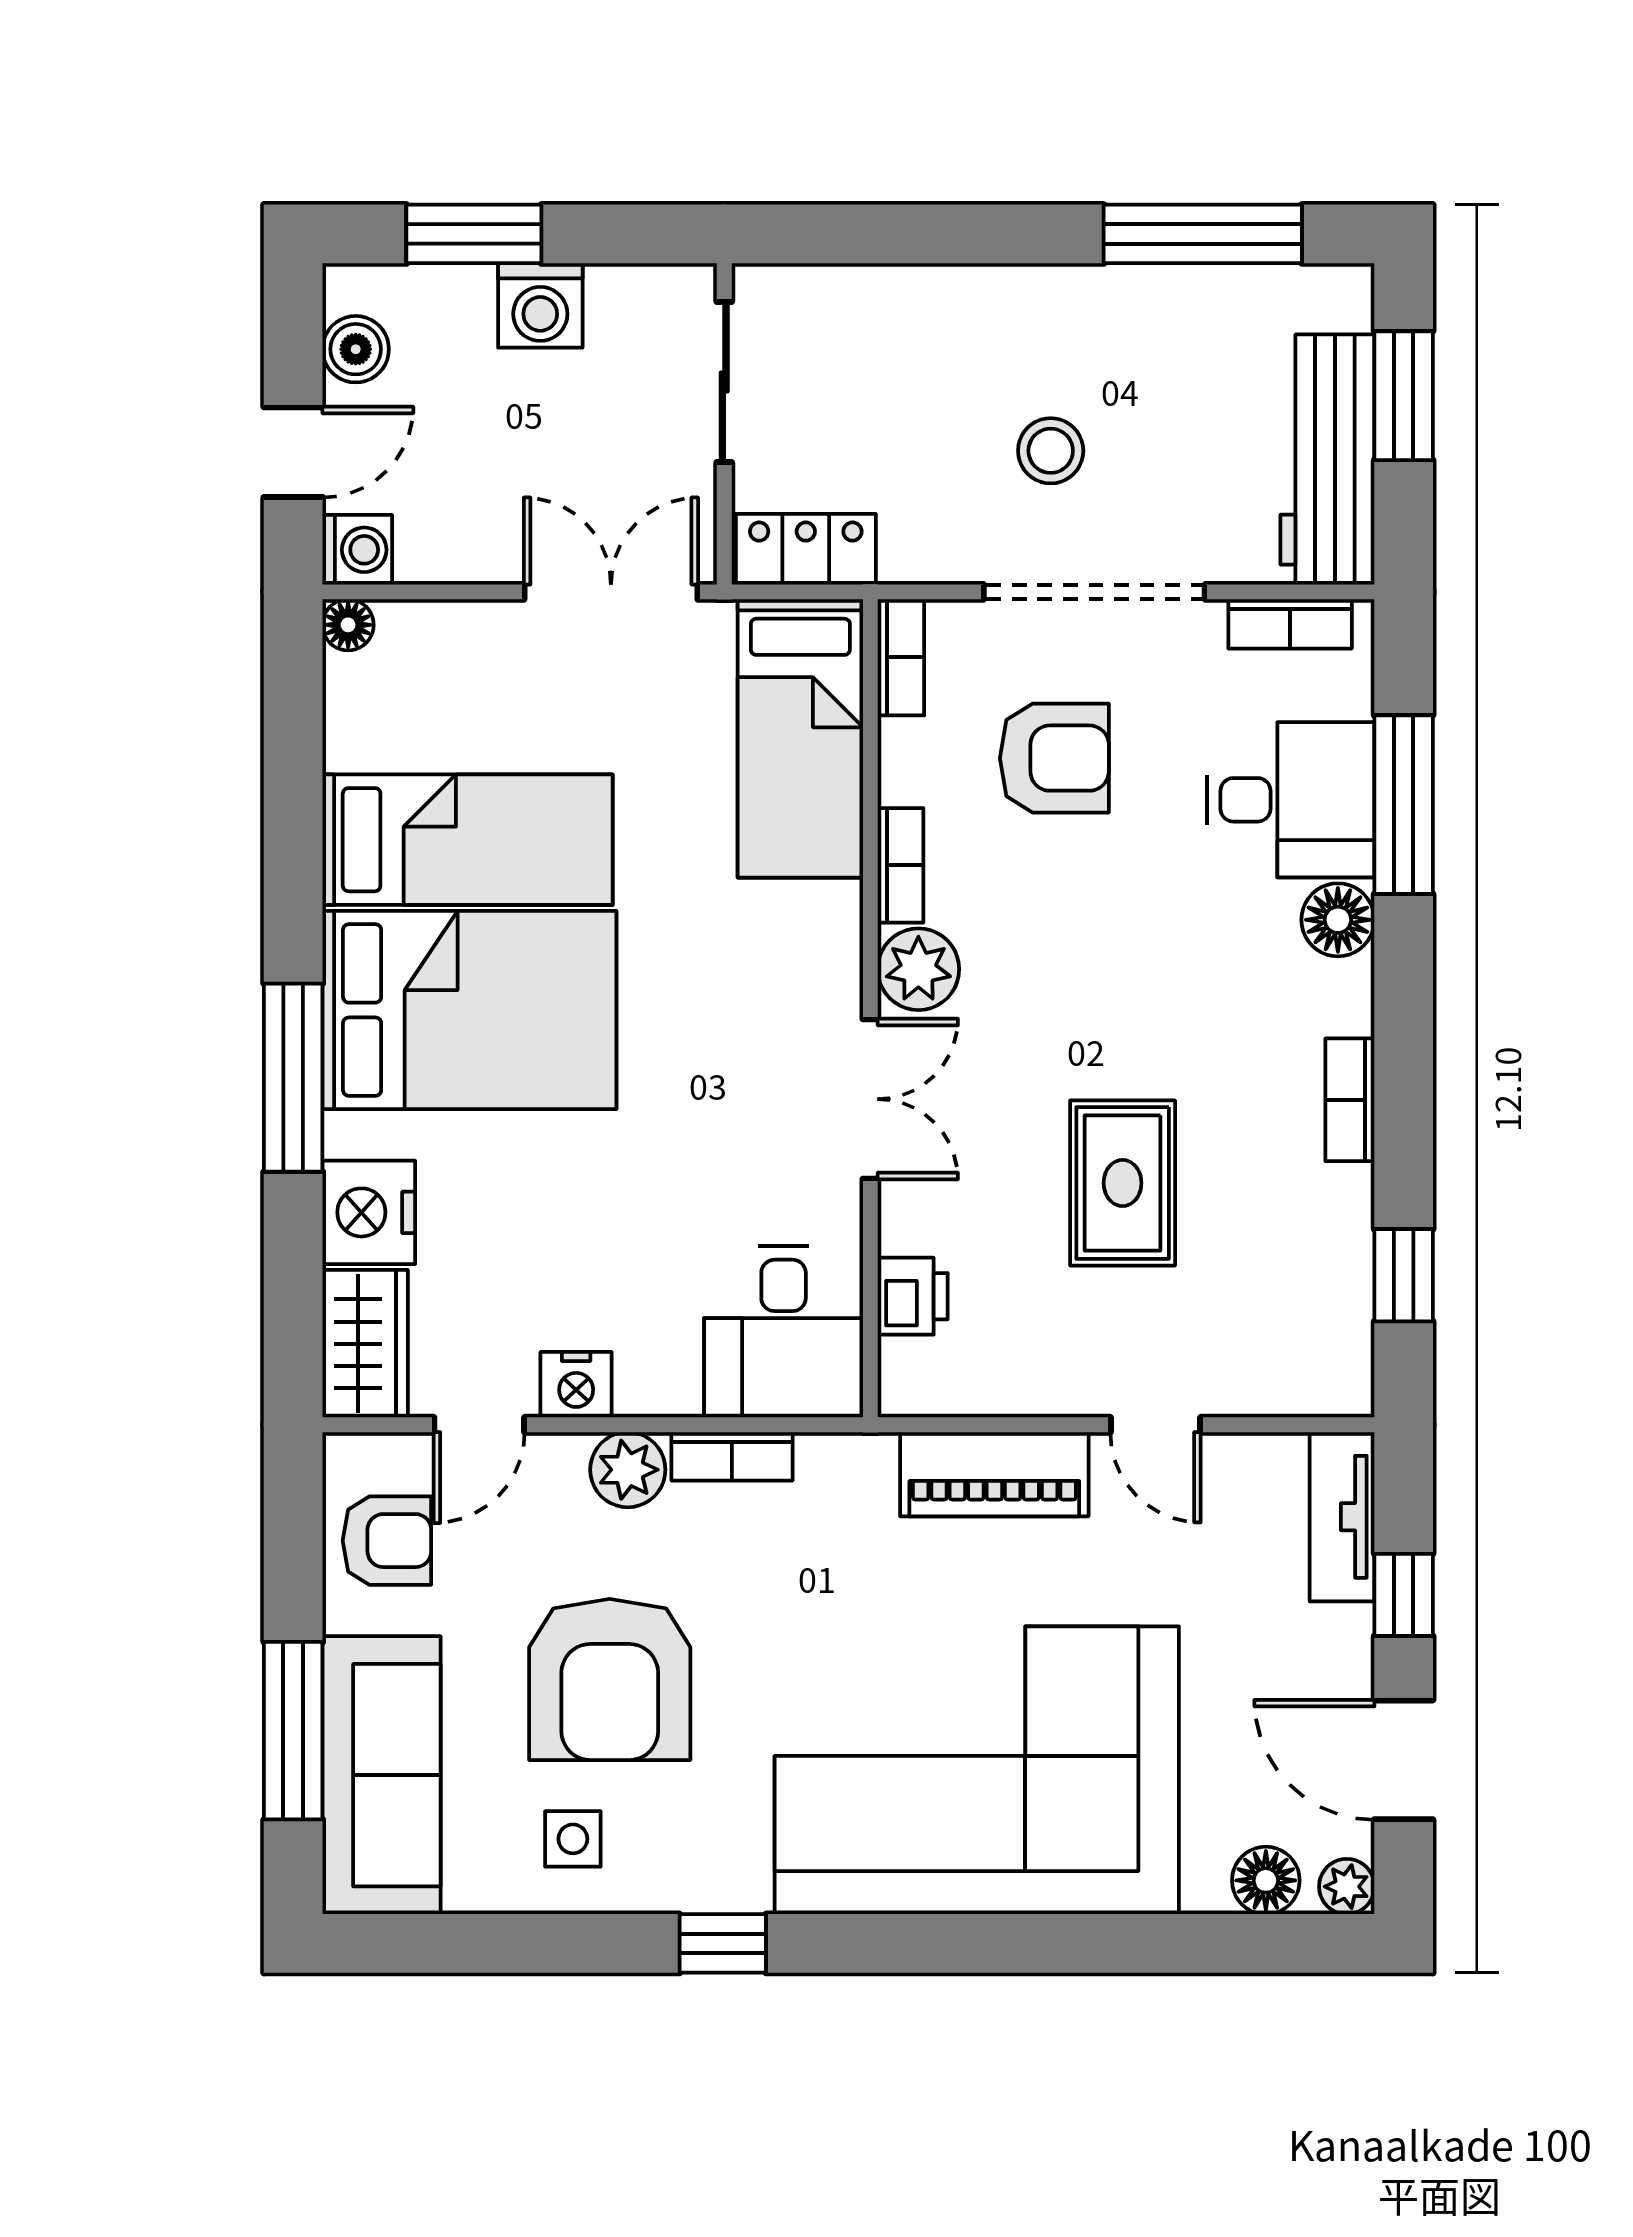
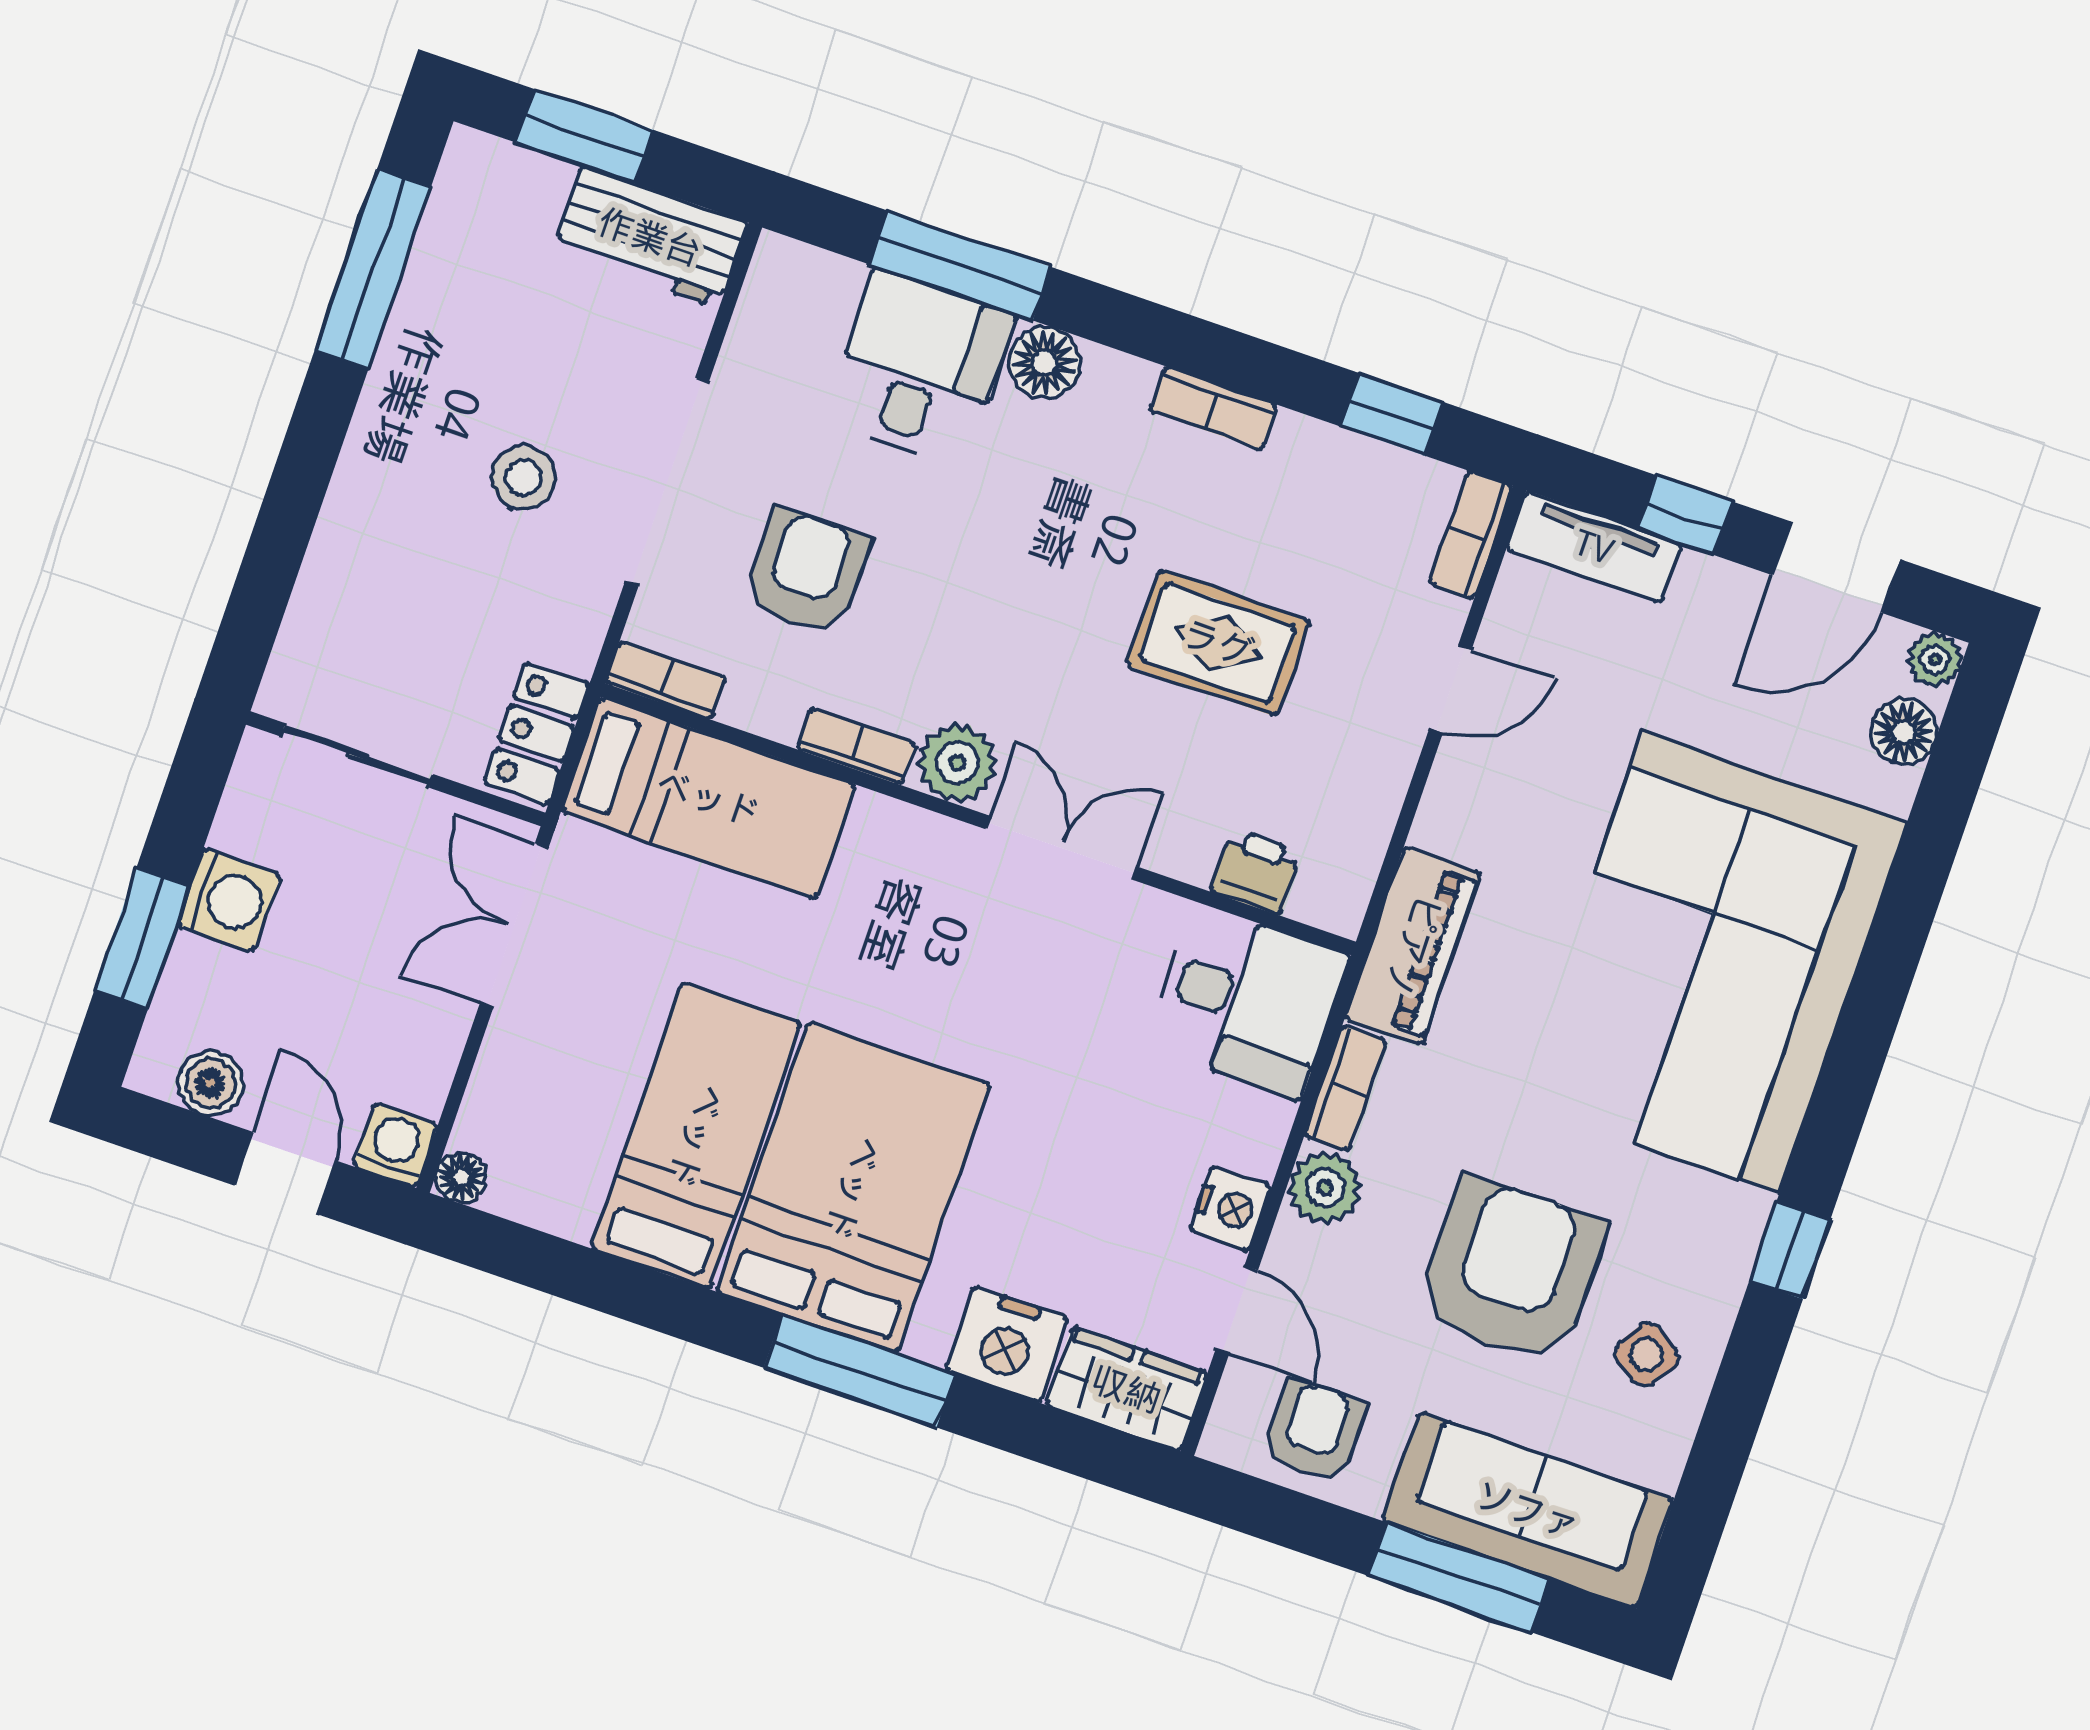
workbench: (1327, 460) -> (650, 237), width x0.73
bookcase: (1290, 624) -> (1471, 535), moved, turned 180
piano: (994, 1474) -> (1413, 946), moved
armchair: (610, 1679) -> (1512, 1270), turned -90
side table: (573, 1839) -> (1646, 1355), turned 33

